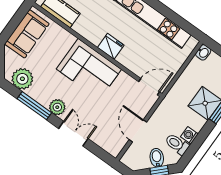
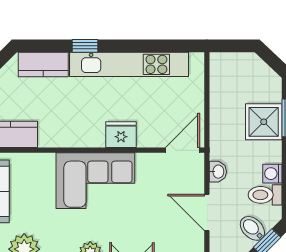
fridge: (111, 46) -> (121, 135), moved
washbasin: (203, 52) -> (218, 172), moved

